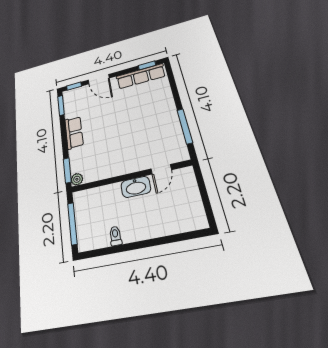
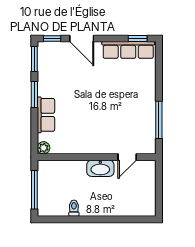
row of seats: (74, 133) -> (46, 115), moved
window: (67, 170) -> (34, 95), moved

